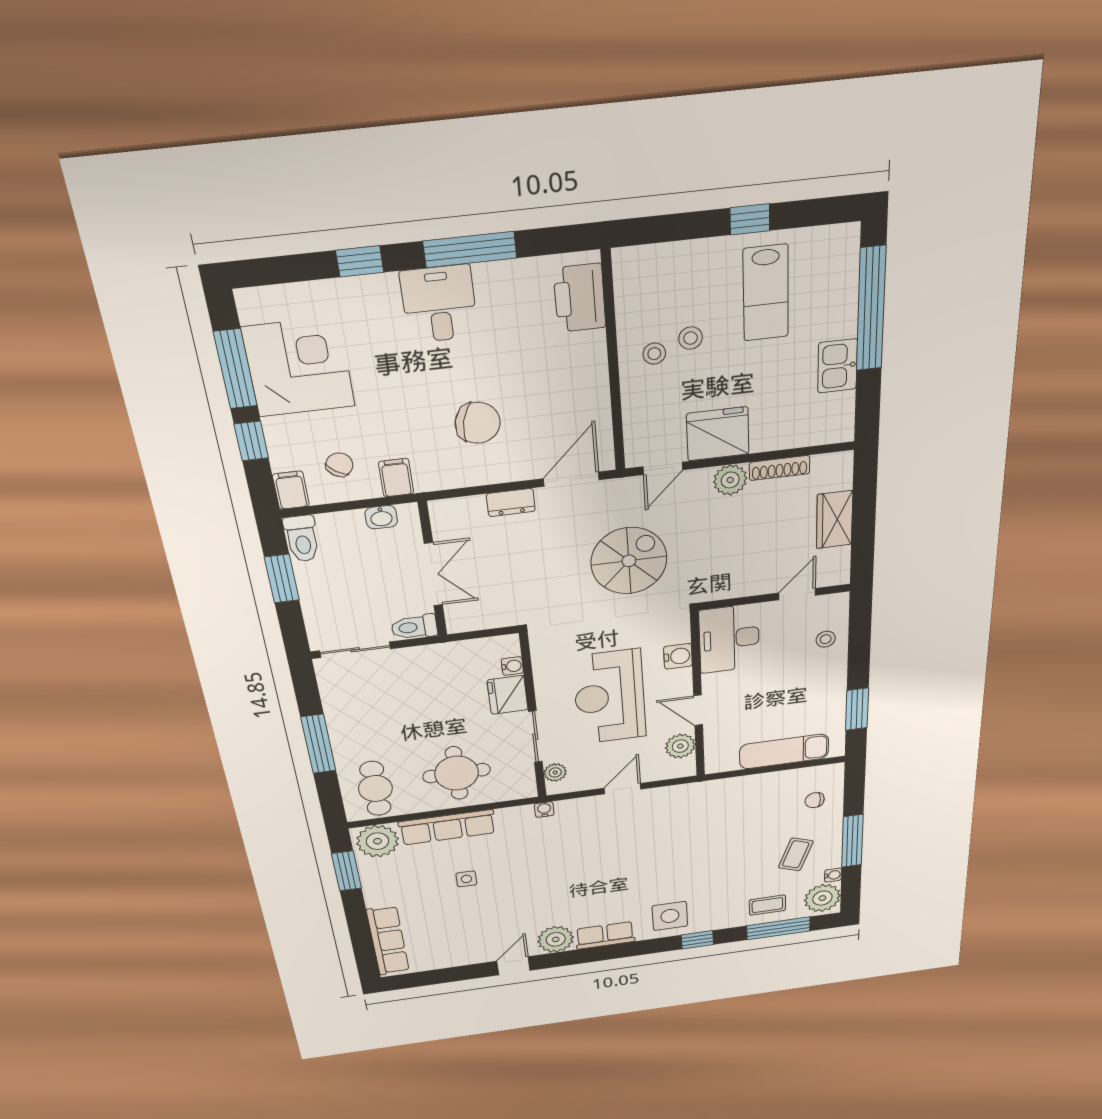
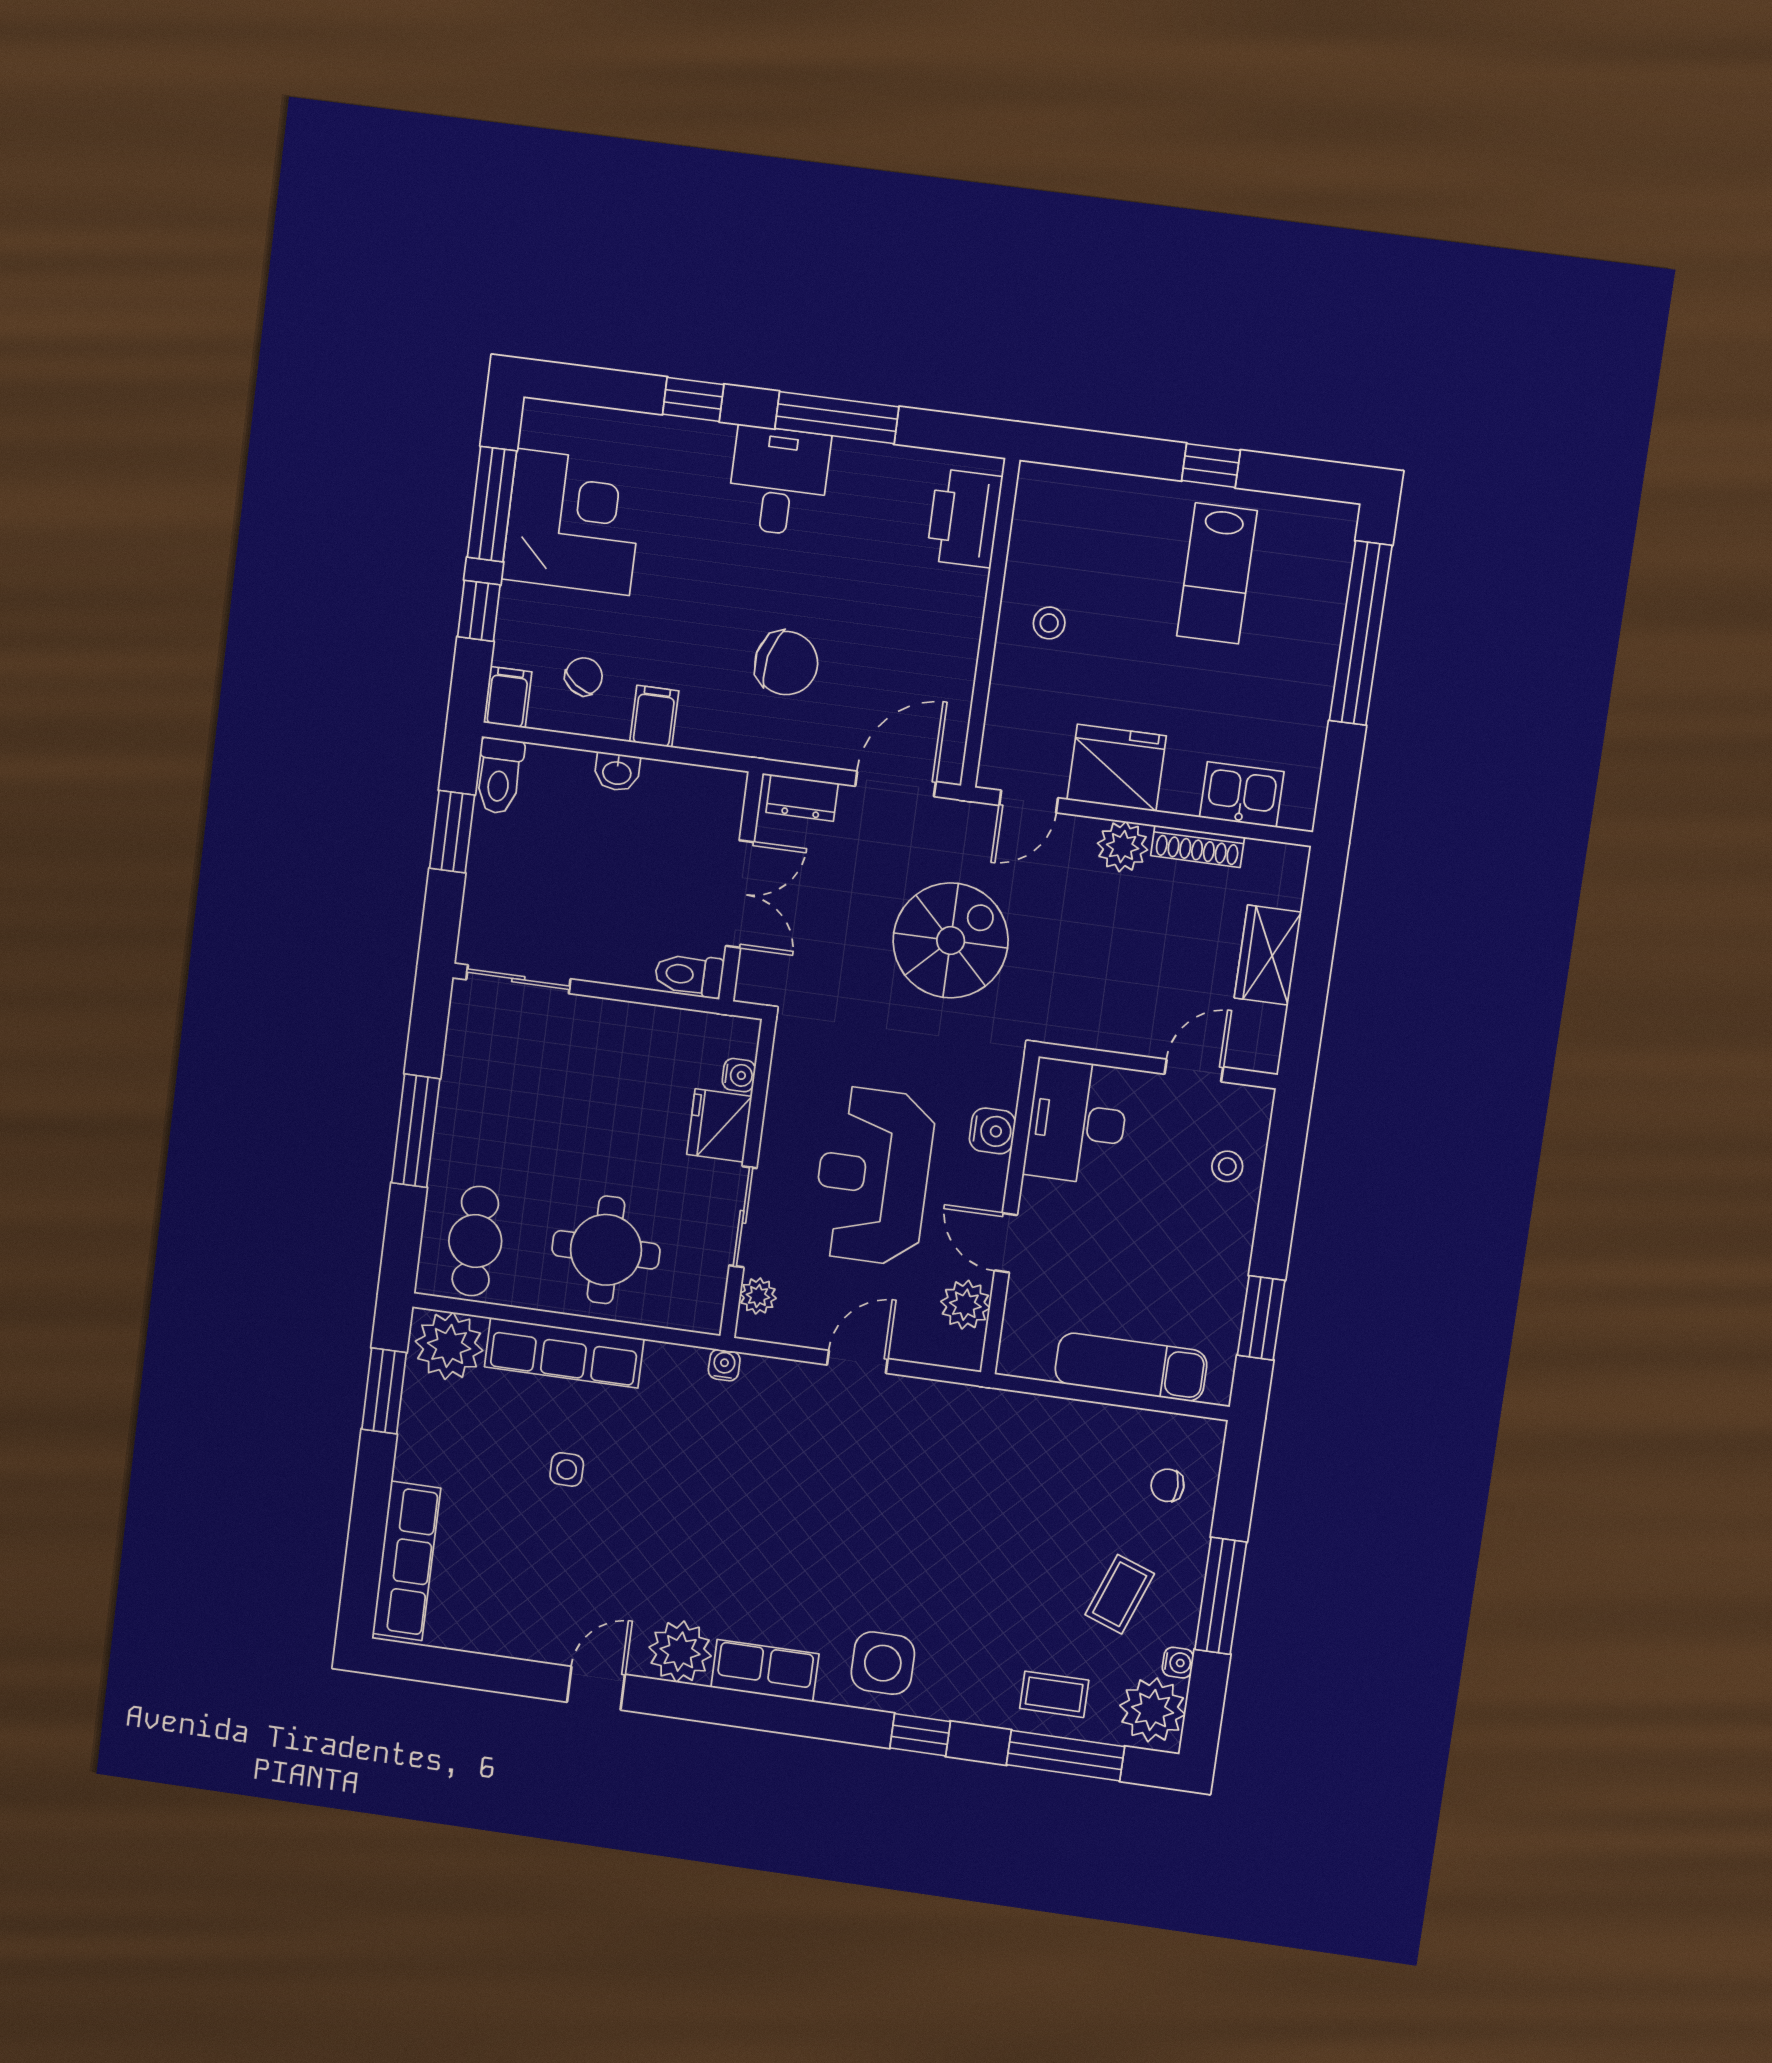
stool: (691, 338) -> (1103, 613), removed
kitchen sink: (837, 366) -> (1242, 794), moved, turned 90
wall: (433, 570) -> (741, 887), moved
double door: (433, 574) -> (740, 894), moved
toilet: (414, 627) -> (689, 975), moved

